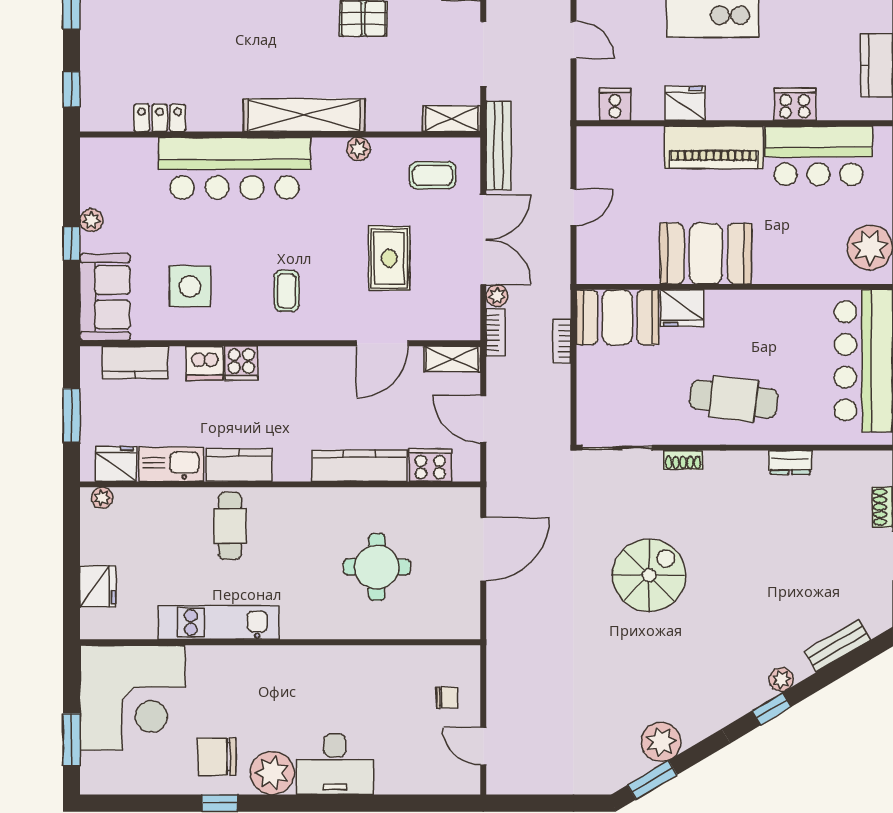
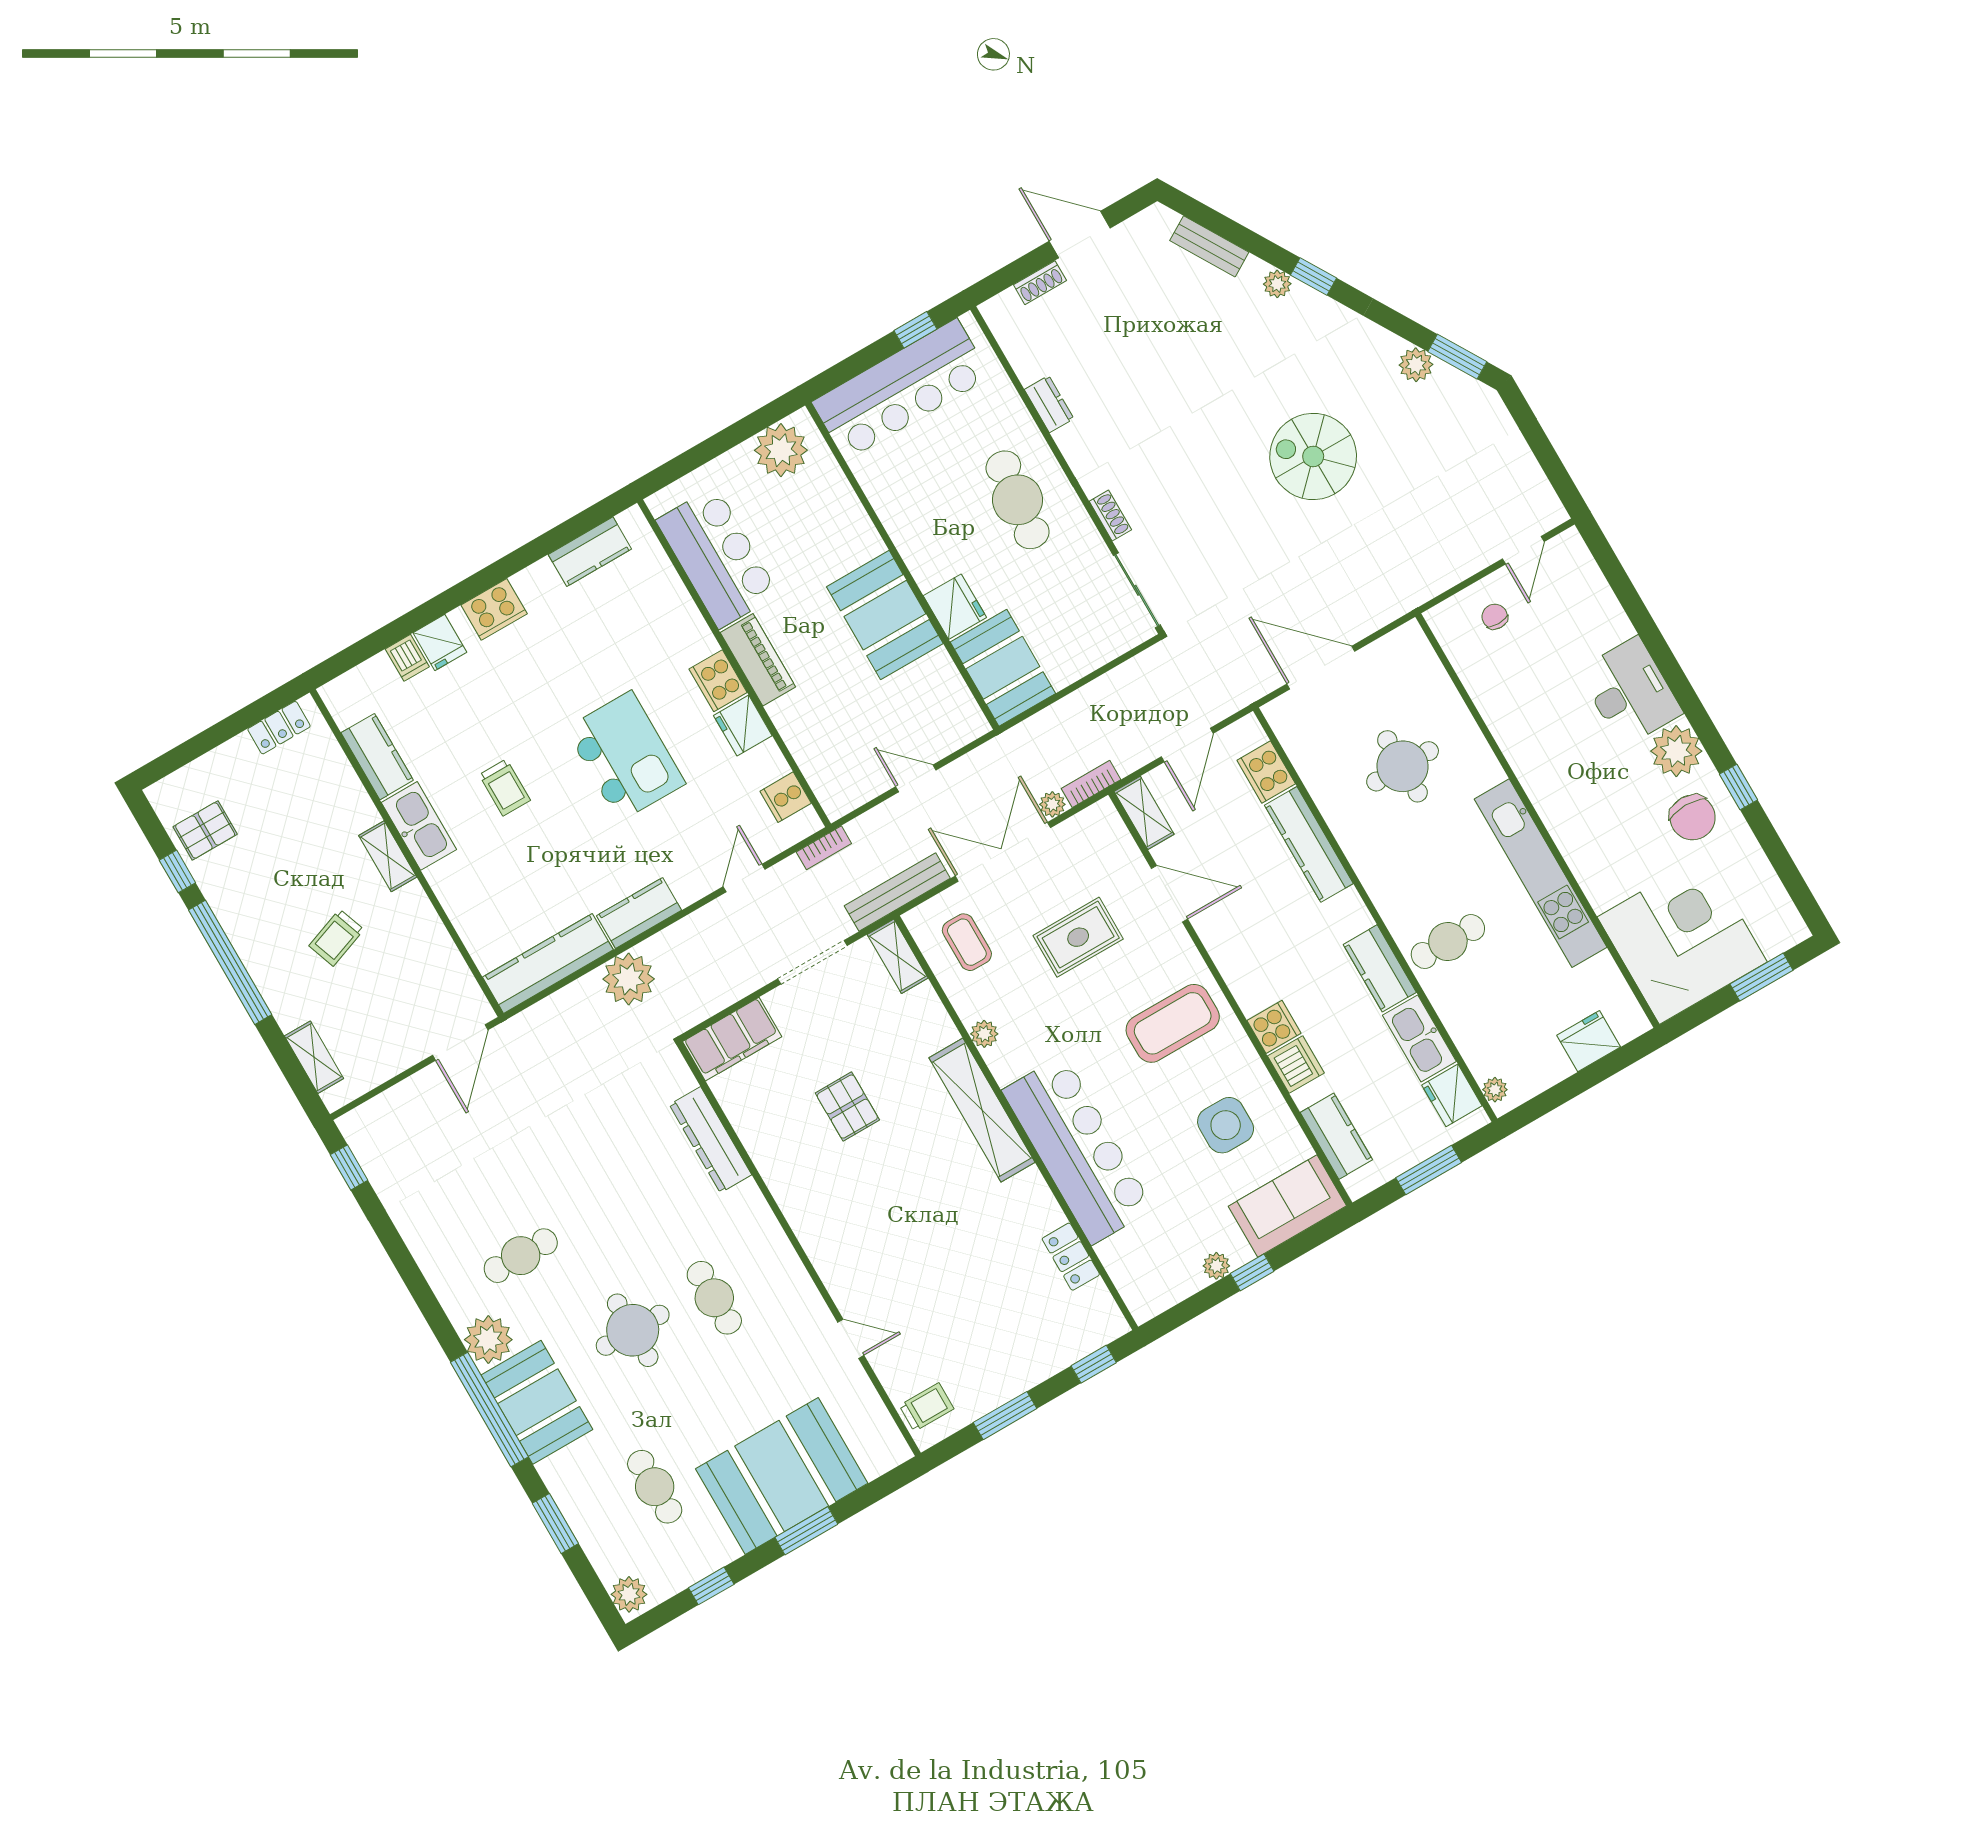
cooker: (795, 104) -> (718, 681), moved
piano: (714, 147) -> (758, 660), width x0.73, depth x0.75
coffee table: (287, 291) -> (1173, 1023), width x1.86, depth x1.72
bookcase: (562, 341) -> (824, 848), moved
spiral stairs: (649, 575) -> (1313, 456), moved
kitchen unit: (219, 622) -> (1541, 873), width x1.36
plant: (661, 742) -> (1416, 365), width x0.73, depth x0.73

